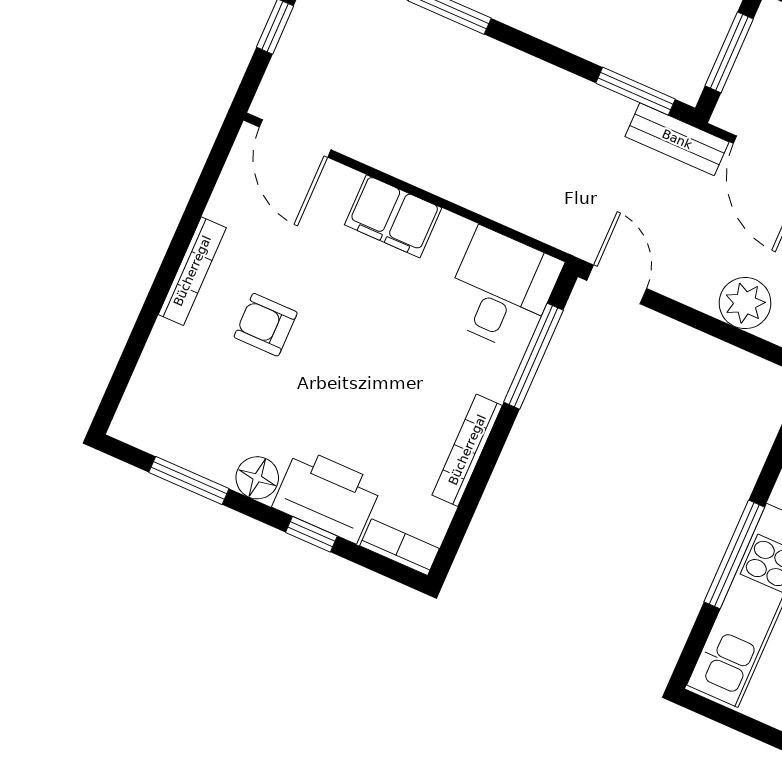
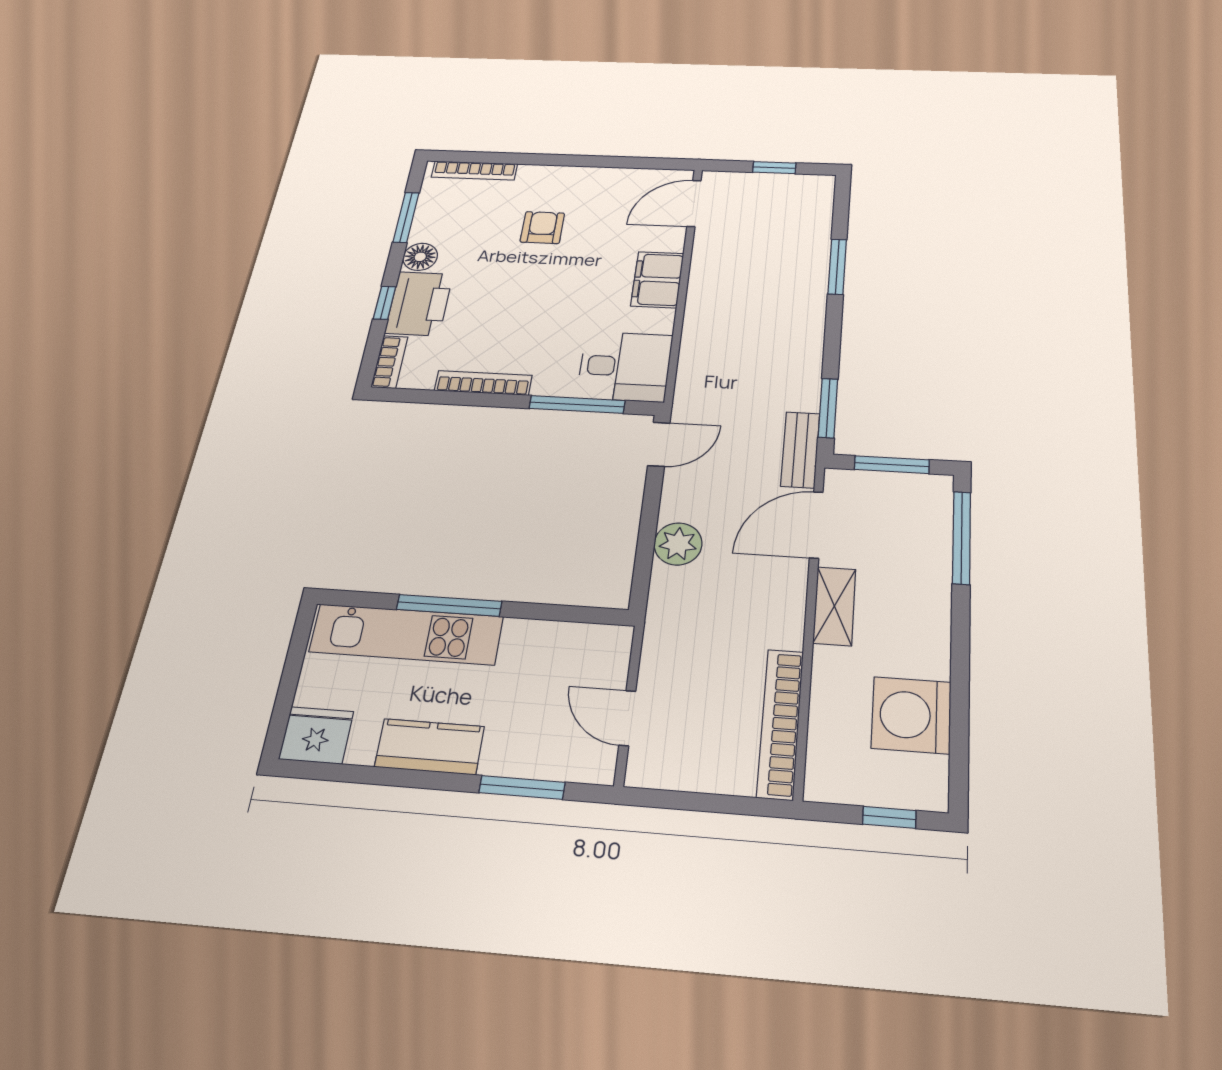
bookcase: (192, 271) -> (474, 171), moved

